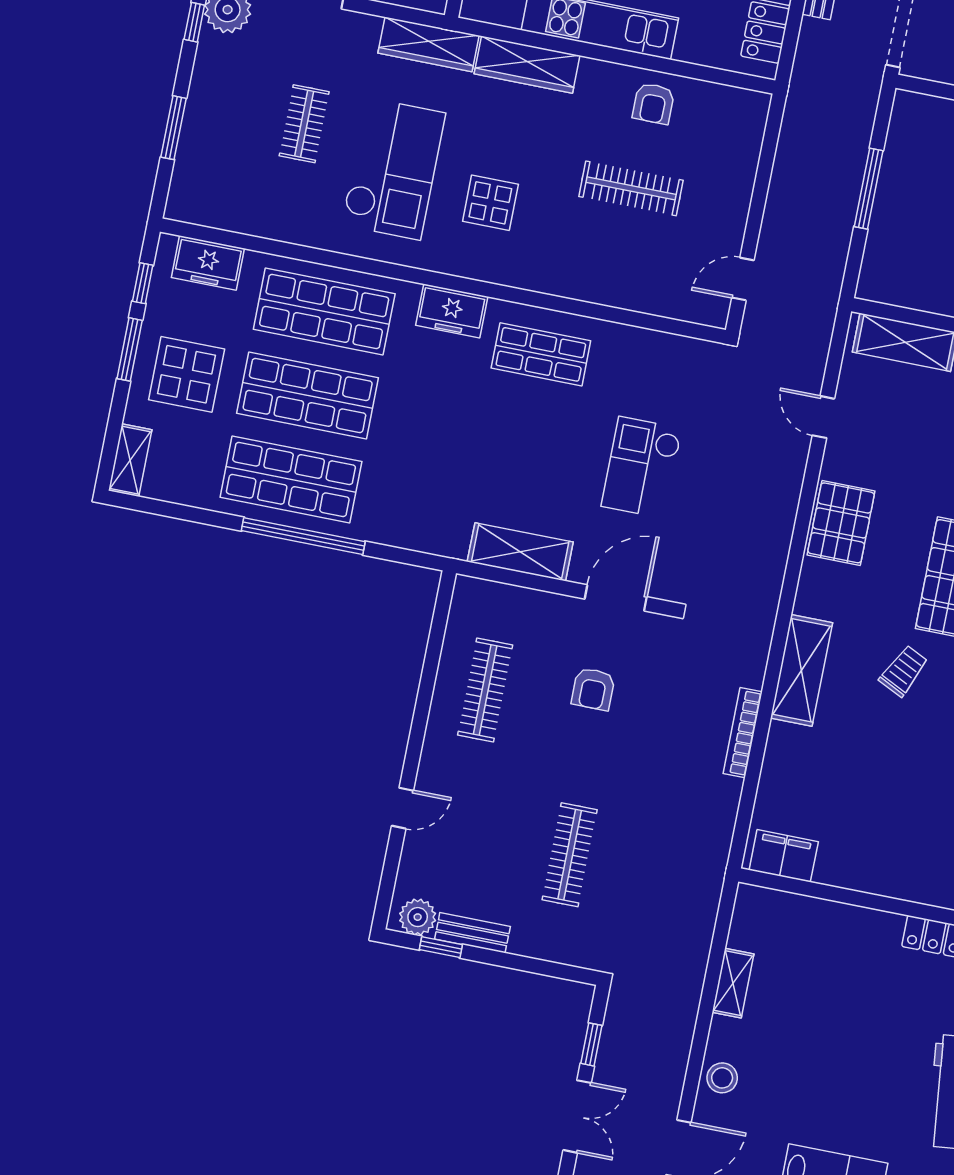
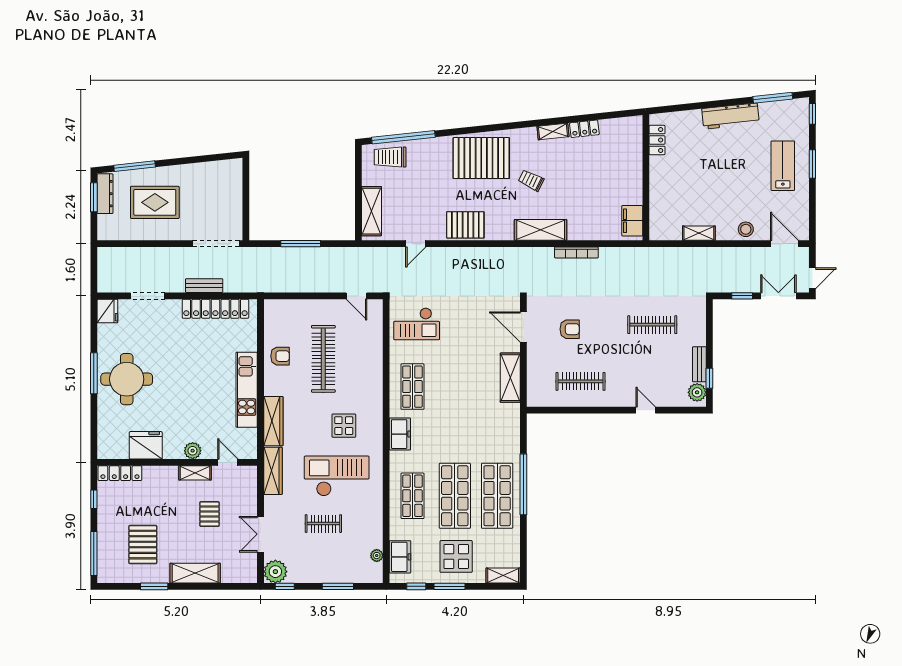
clothes rail: (631, 188) -> (323, 359), width x1.37, depth x1.31
plant: (220, 217) -> (377, 556), added
shop shelf: (324, 312) -> (412, 496), width x0.70, depth x0.74
checkout: (642, 467) -> (417, 324), moved

